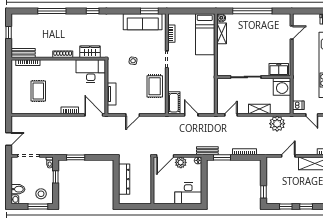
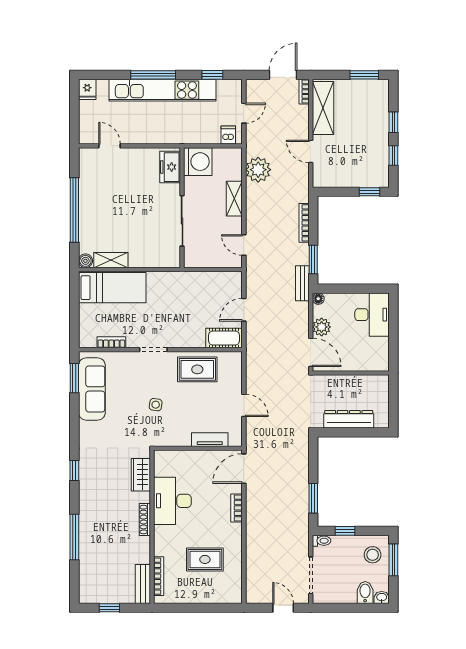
desk: (91, 71) -> (172, 501), moved

